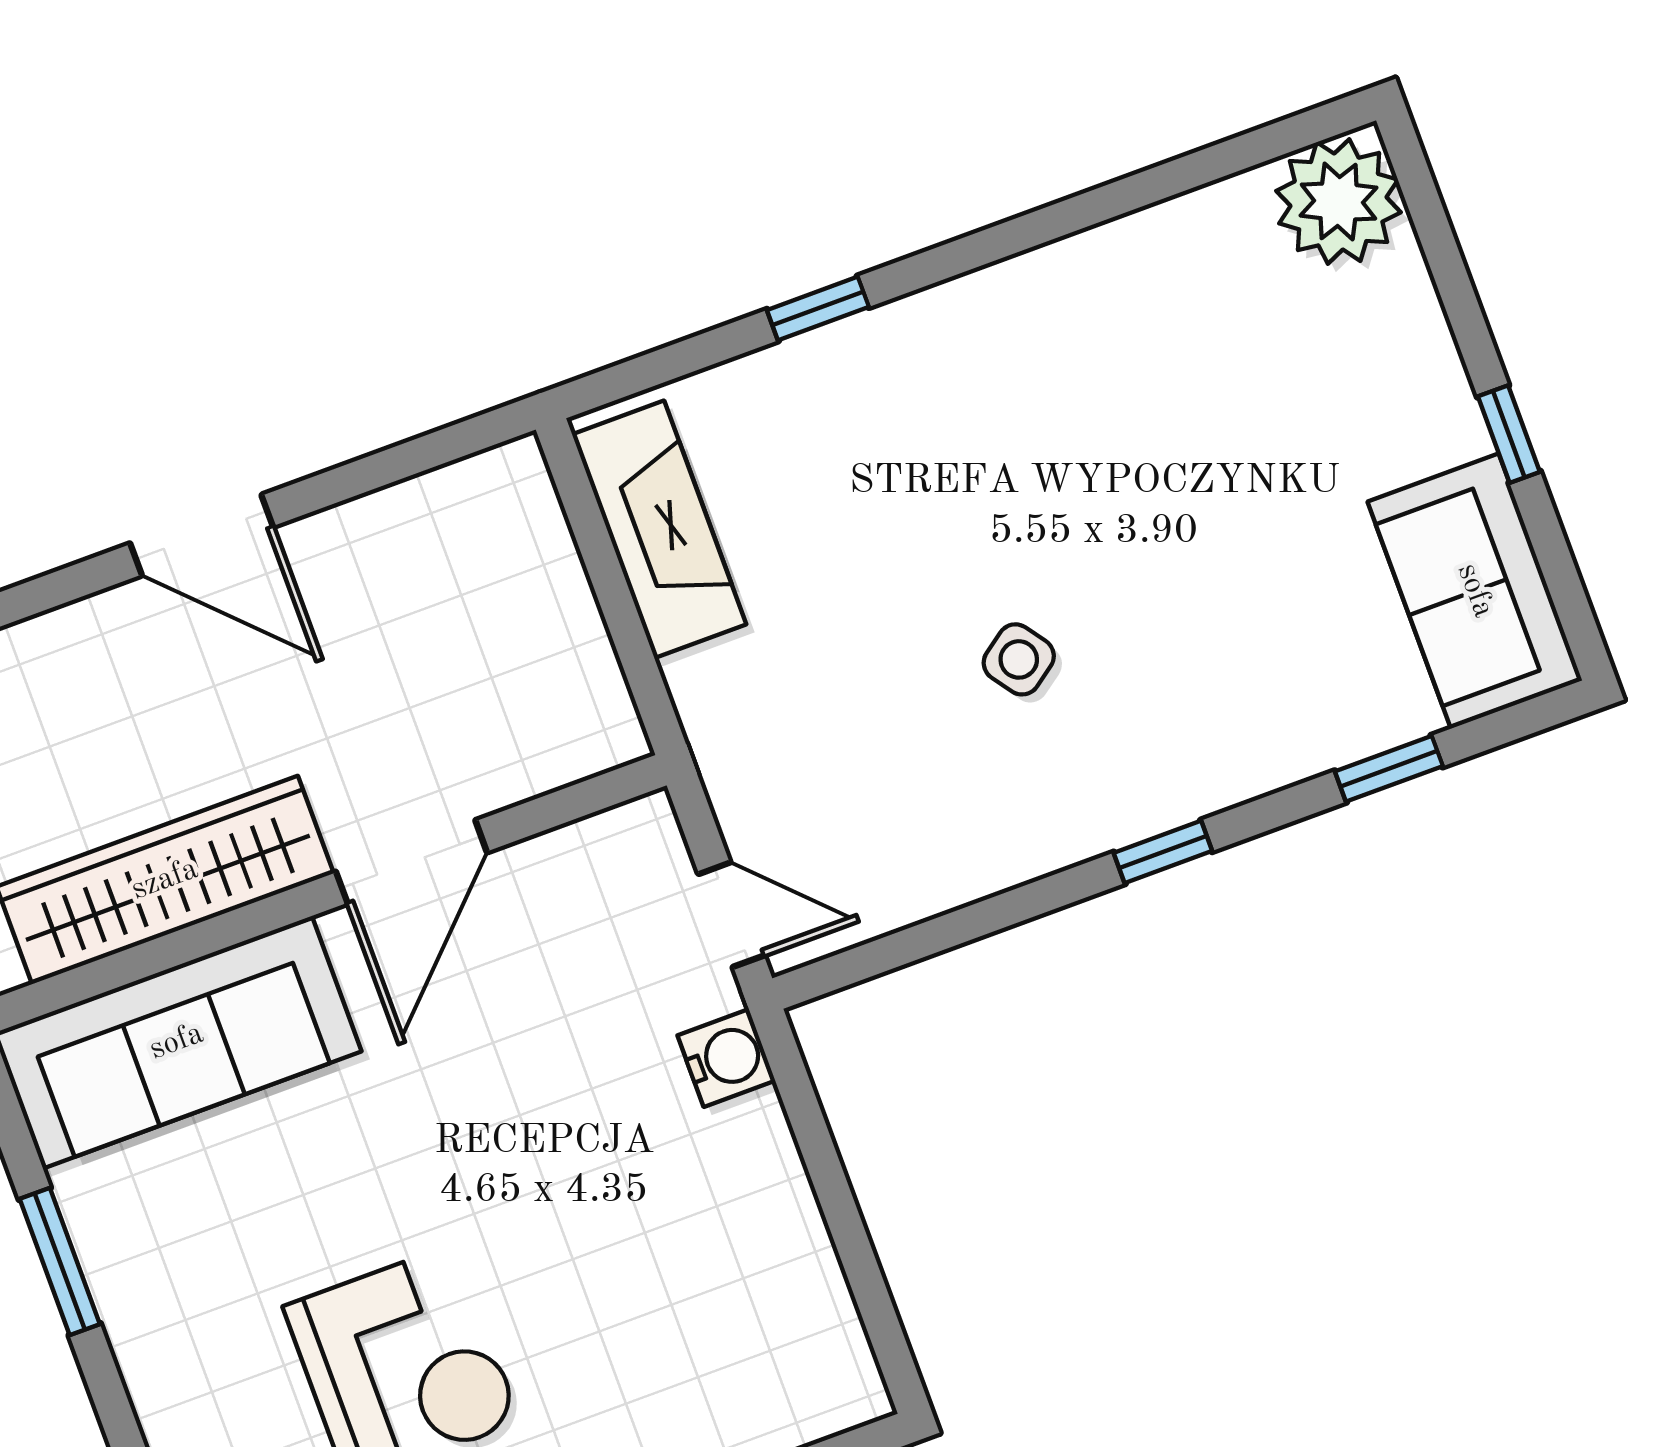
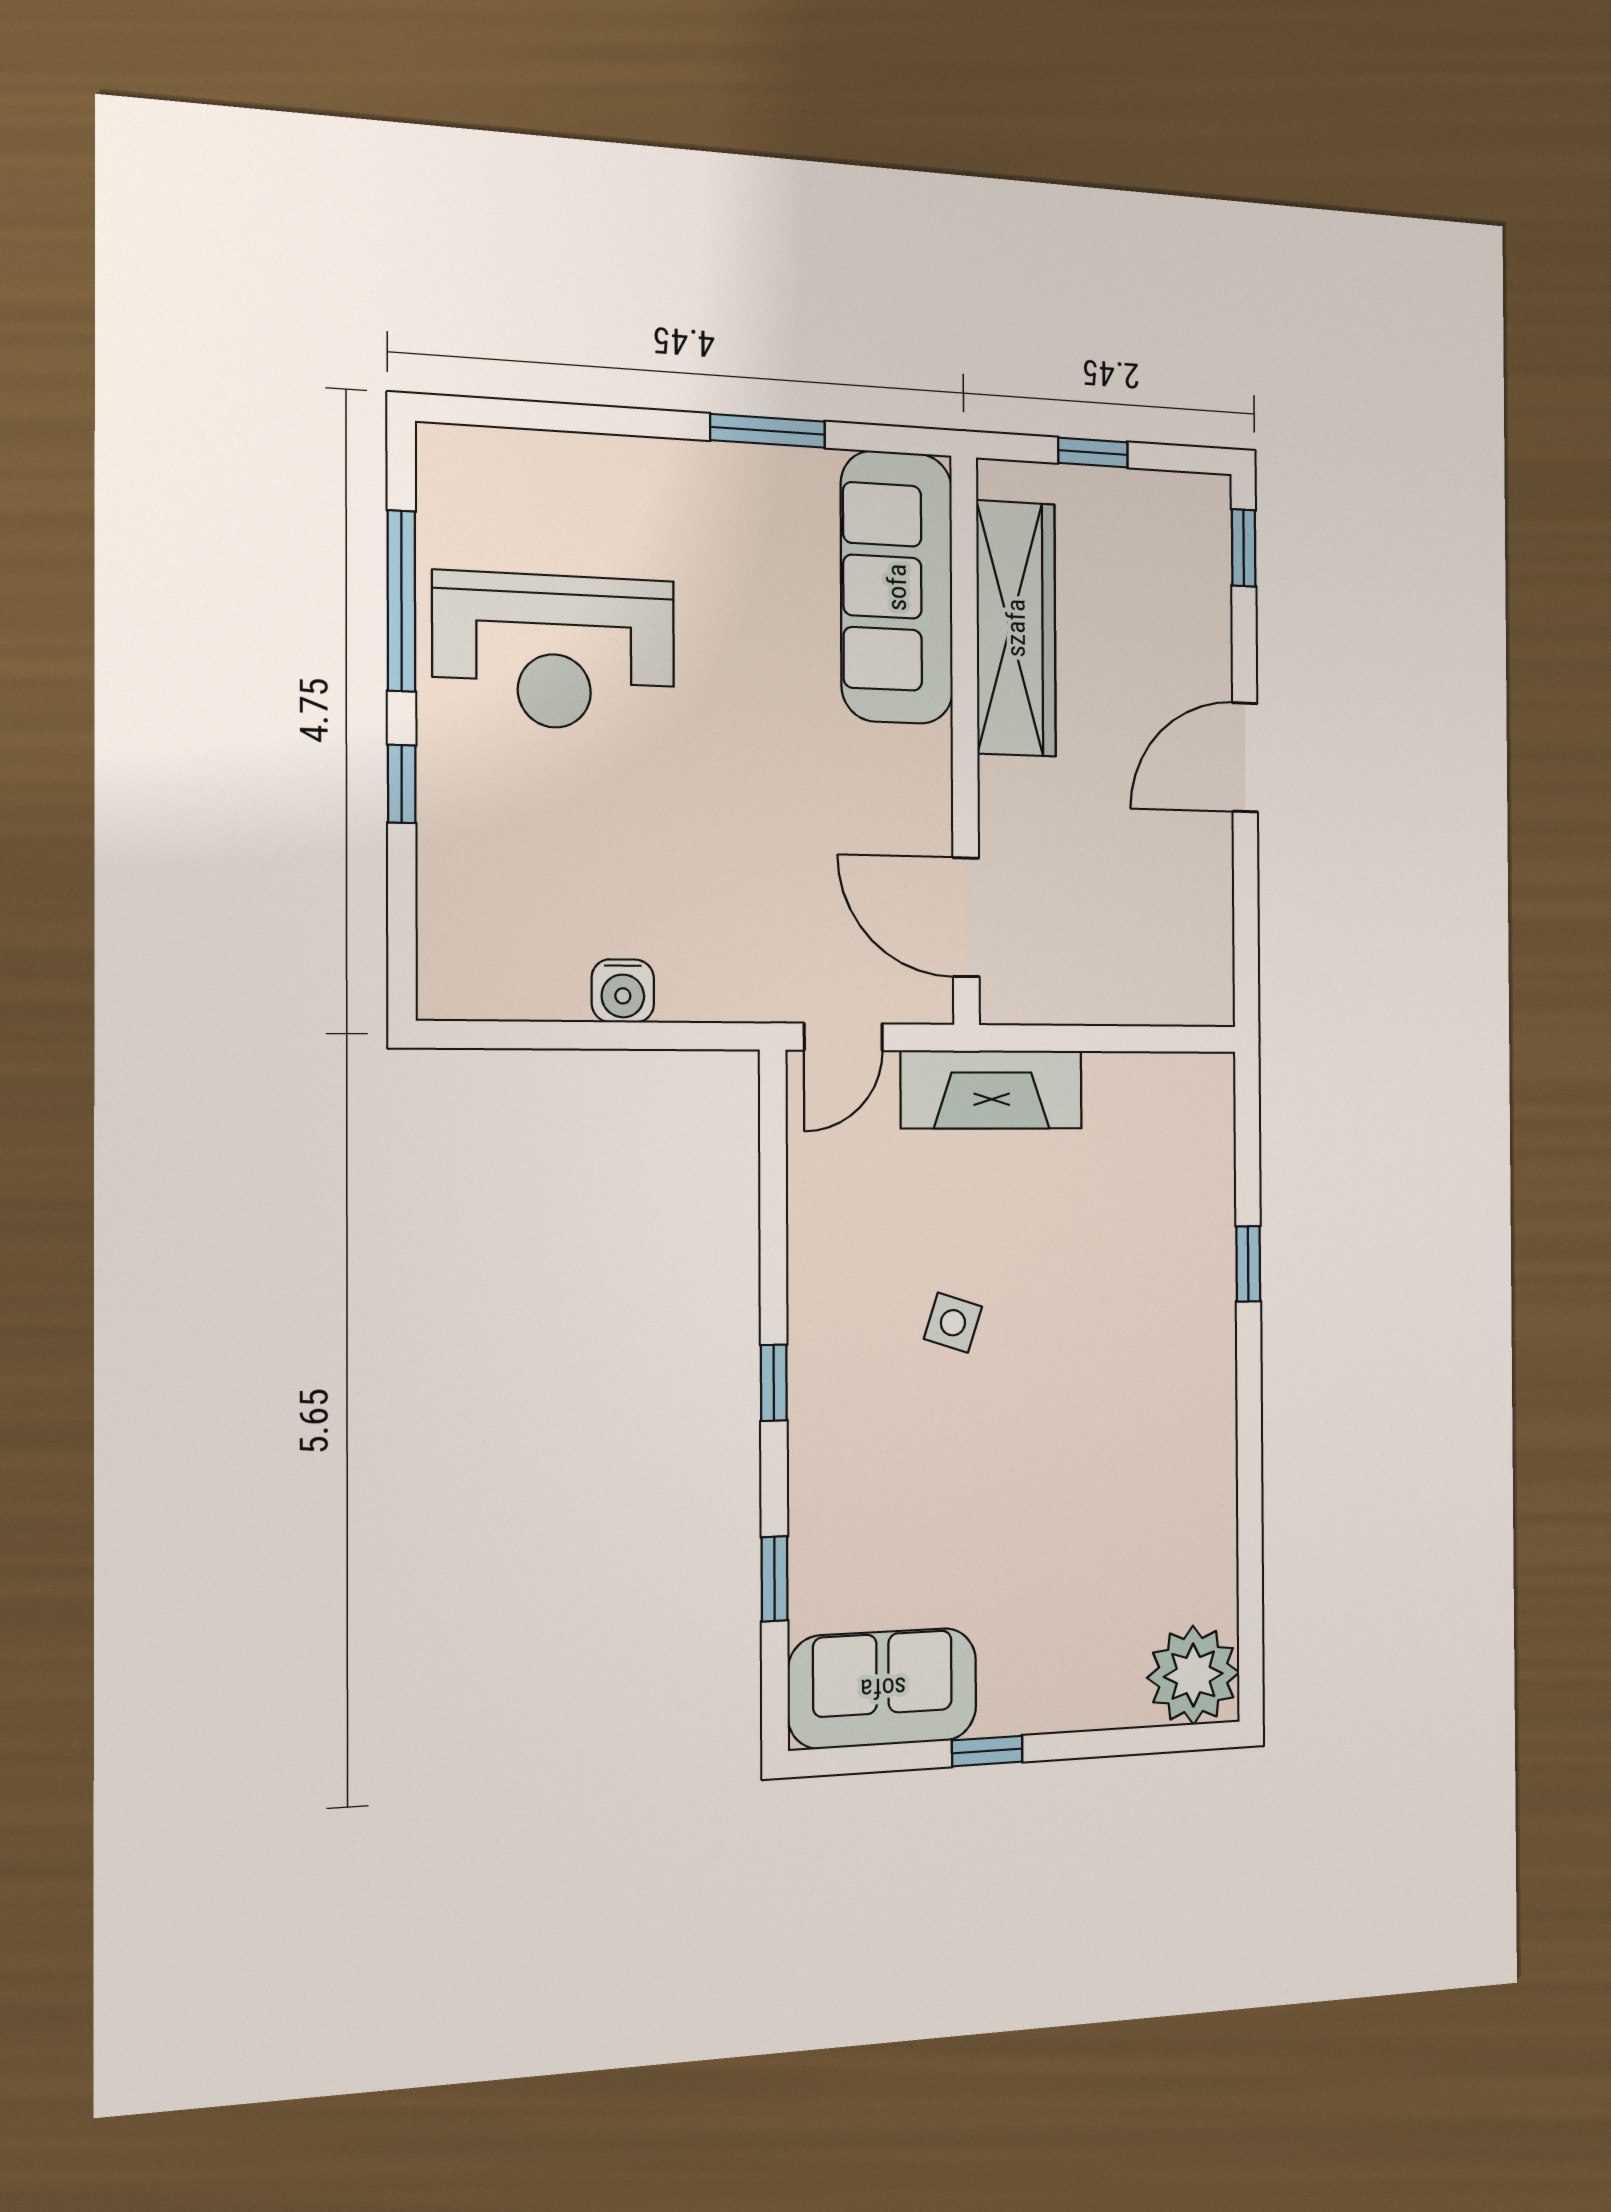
fireplace: (659, 529) -> (992, 1090), moved
side table: (1019, 659) -> (953, 1323), turned -36
door: (411, 862) -> (966, 917), moved
water cooler: (726, 1058) -> (623, 991), moved

